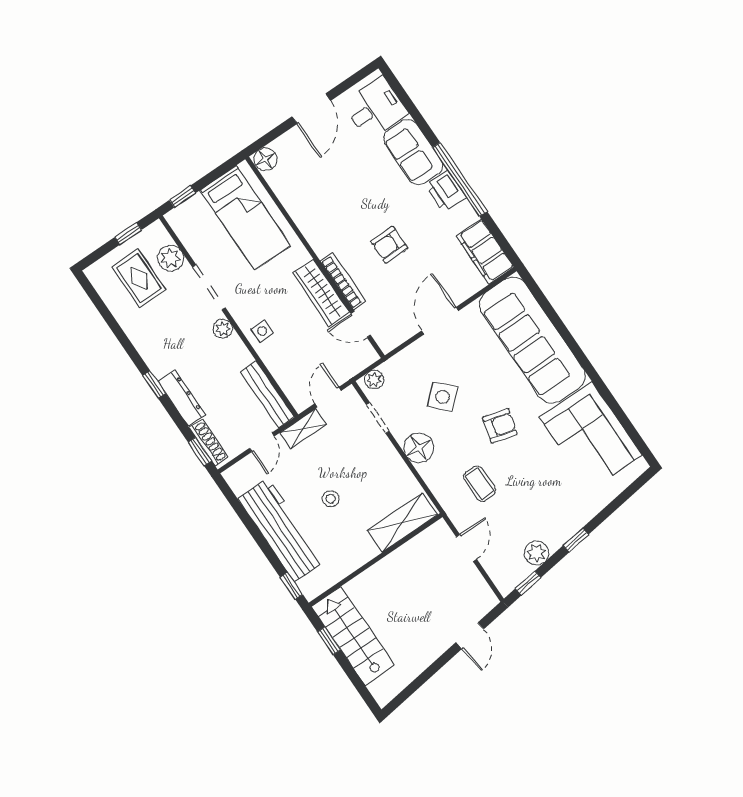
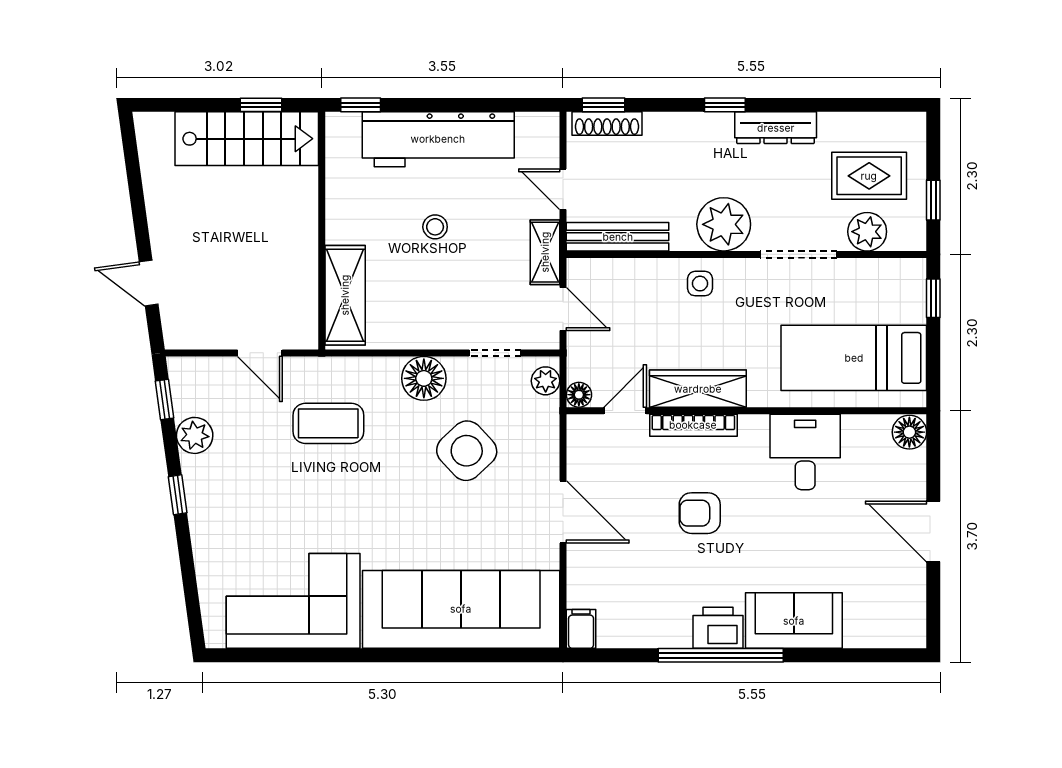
desk: (375, 108) -> (805, 452), moved, turned 180
armchair: (389, 245) -> (700, 513), turned -90
filing cabinet: (485, 252) -> (581, 629), width x0.33, depth x0.86
plant: (223, 329) -> (724, 224), width x1.87, depth x1.87
floor lamp: (369, 356) -> (579, 395), added
side table: (443, 397) -> (467, 451), width x1.37, depth x1.37
dresser: (182, 398) -> (776, 128), moved
armchair: (500, 426) -> (383, 497), removed
coffee table: (480, 484) -> (328, 423), width x1.36, depth x1.30

